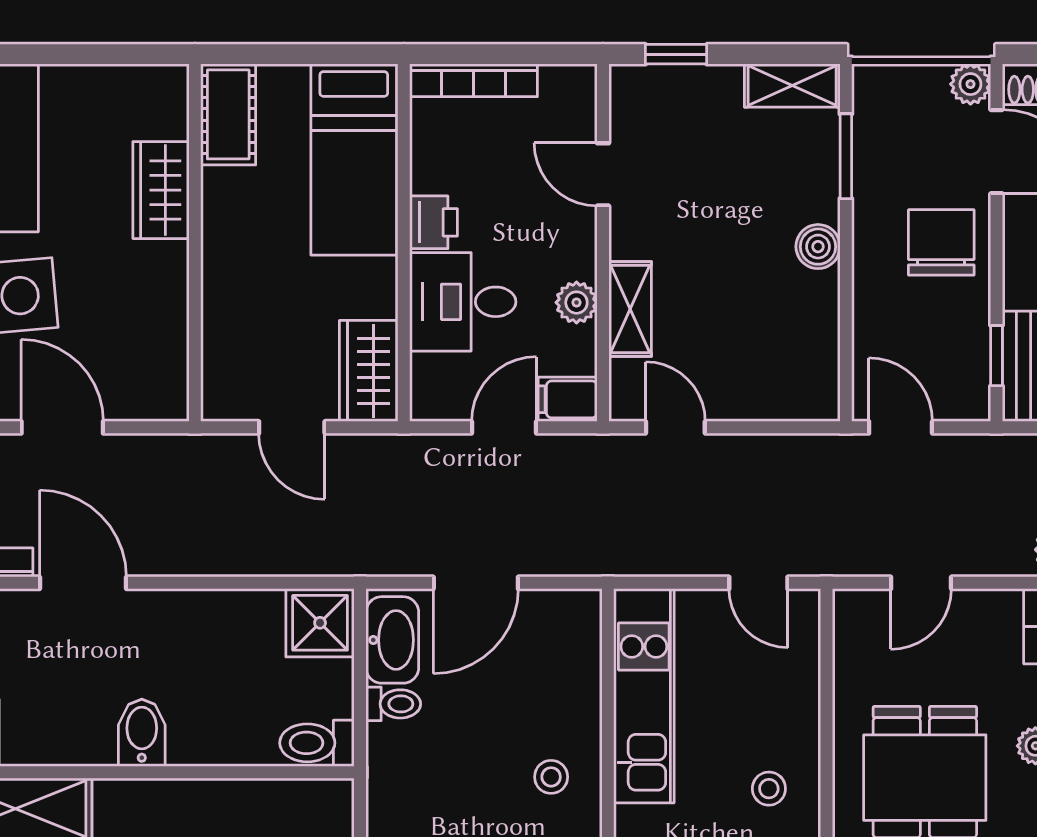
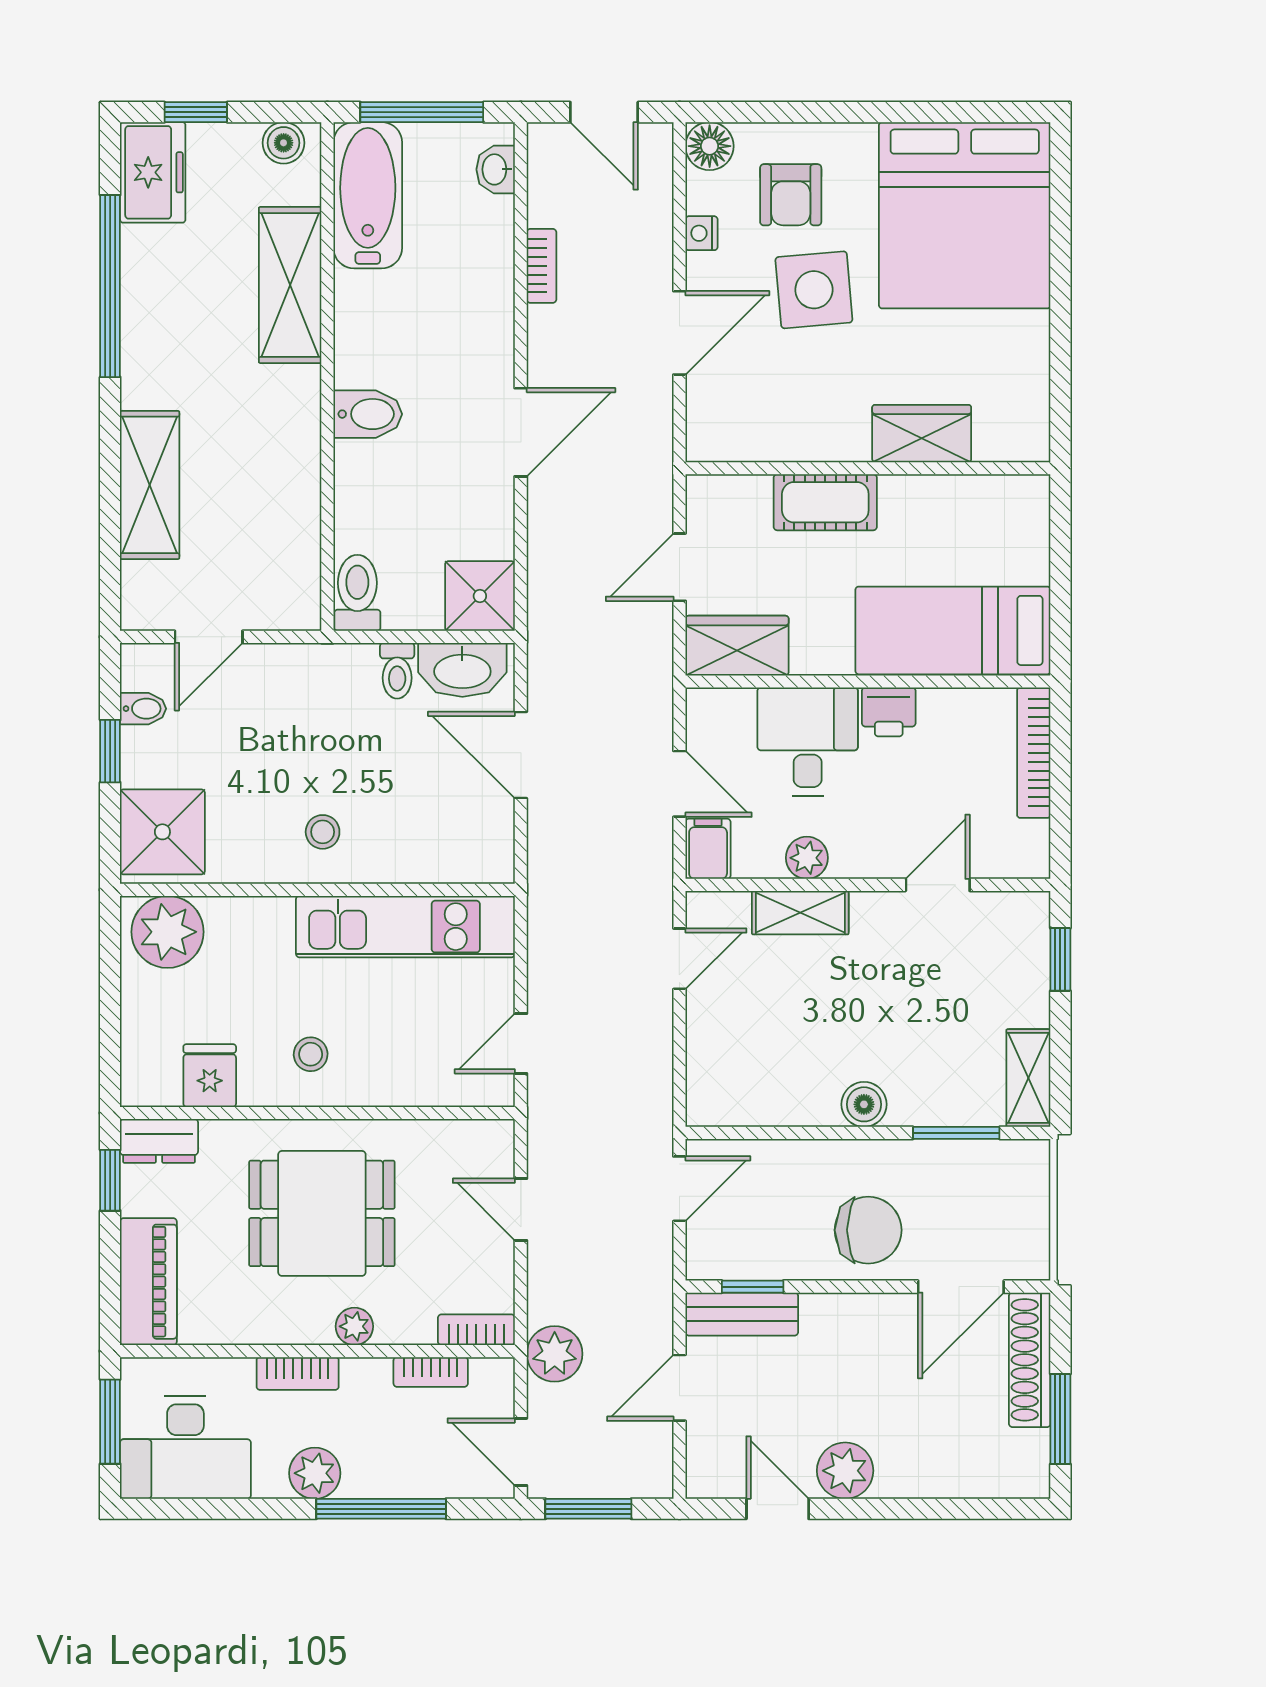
plant: (970, 84) -> (1030, 1260), removed
cot: (228, 114) -> (825, 502), moved
door: (83, 583) -> (521, 432), moved

